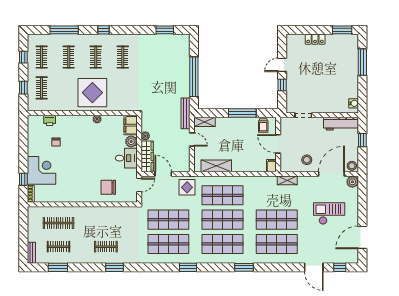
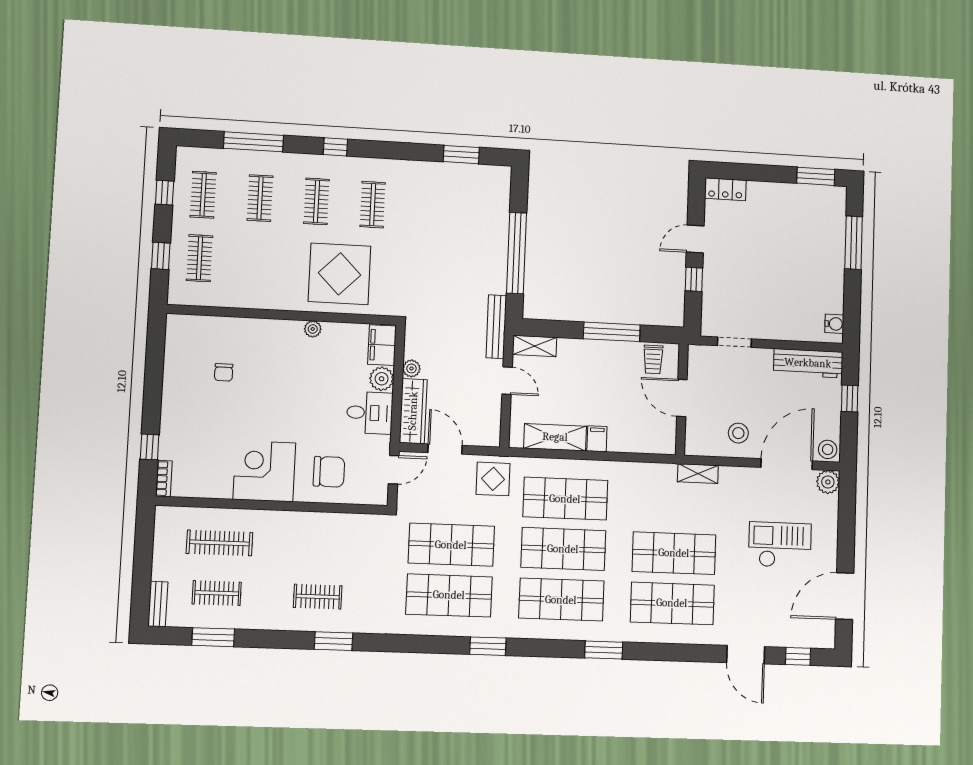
locker: (315, 39) -> (725, 189), moved
display table: (92, 93) -> (340, 274), moved
printer: (50, 120) -> (213, 327), removed
filing cabinet: (271, 166) -> (597, 439), moved
corner desk: (41, 170) -> (264, 471), moved, turned -90
chair: (108, 187) -> (329, 472), turned 180

